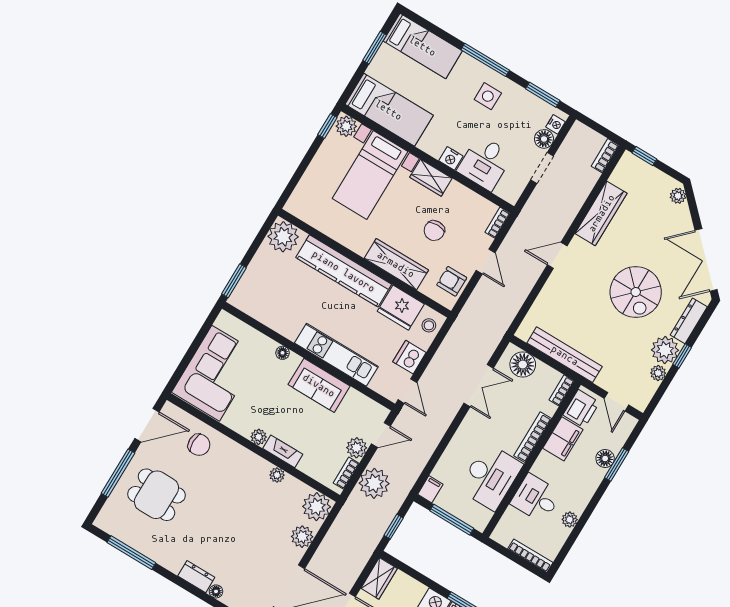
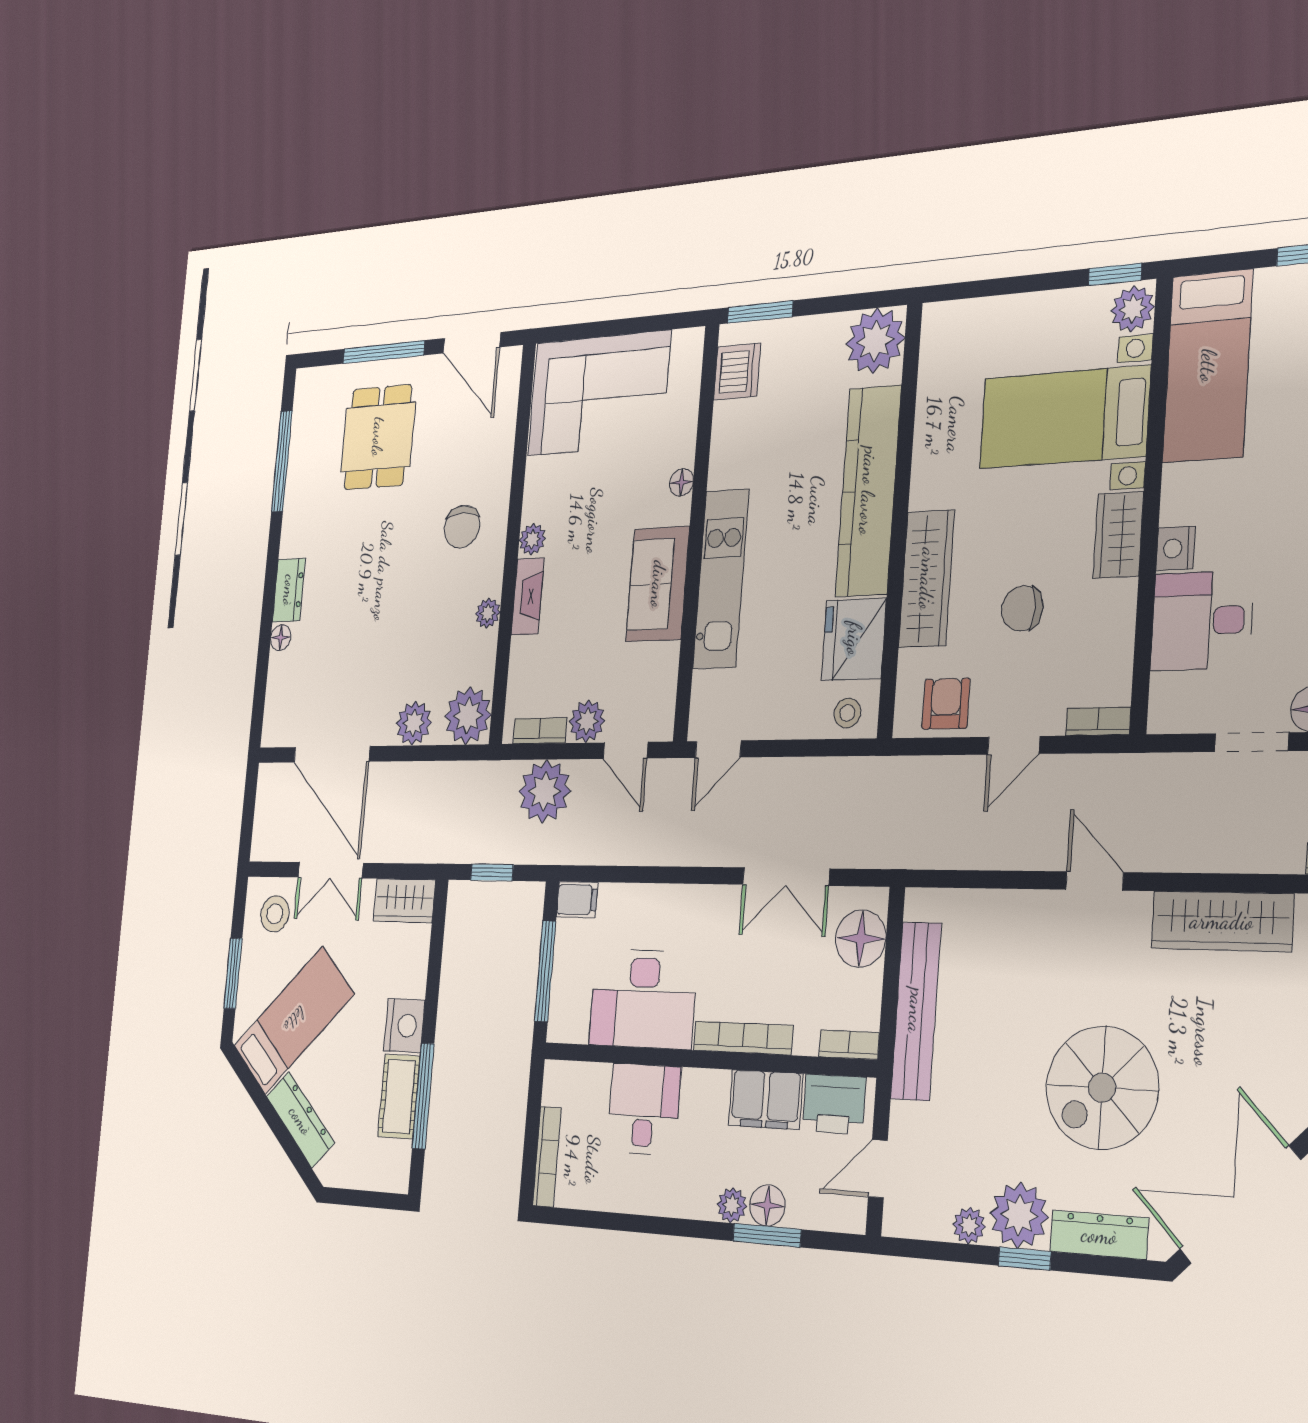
dishwasher: (409, 357) -> (737, 372), moved, turned 90
chair: (199, 445) -> (462, 527), moved
plant: (570, 520) -> (732, 1205), moved

